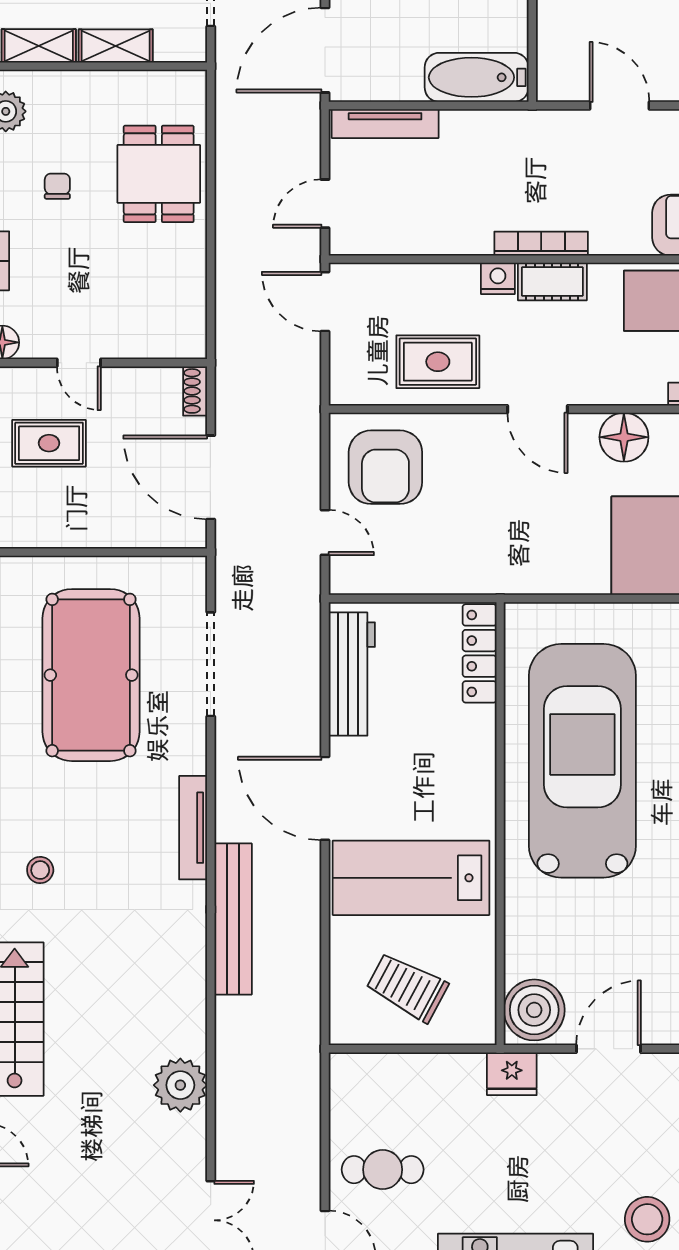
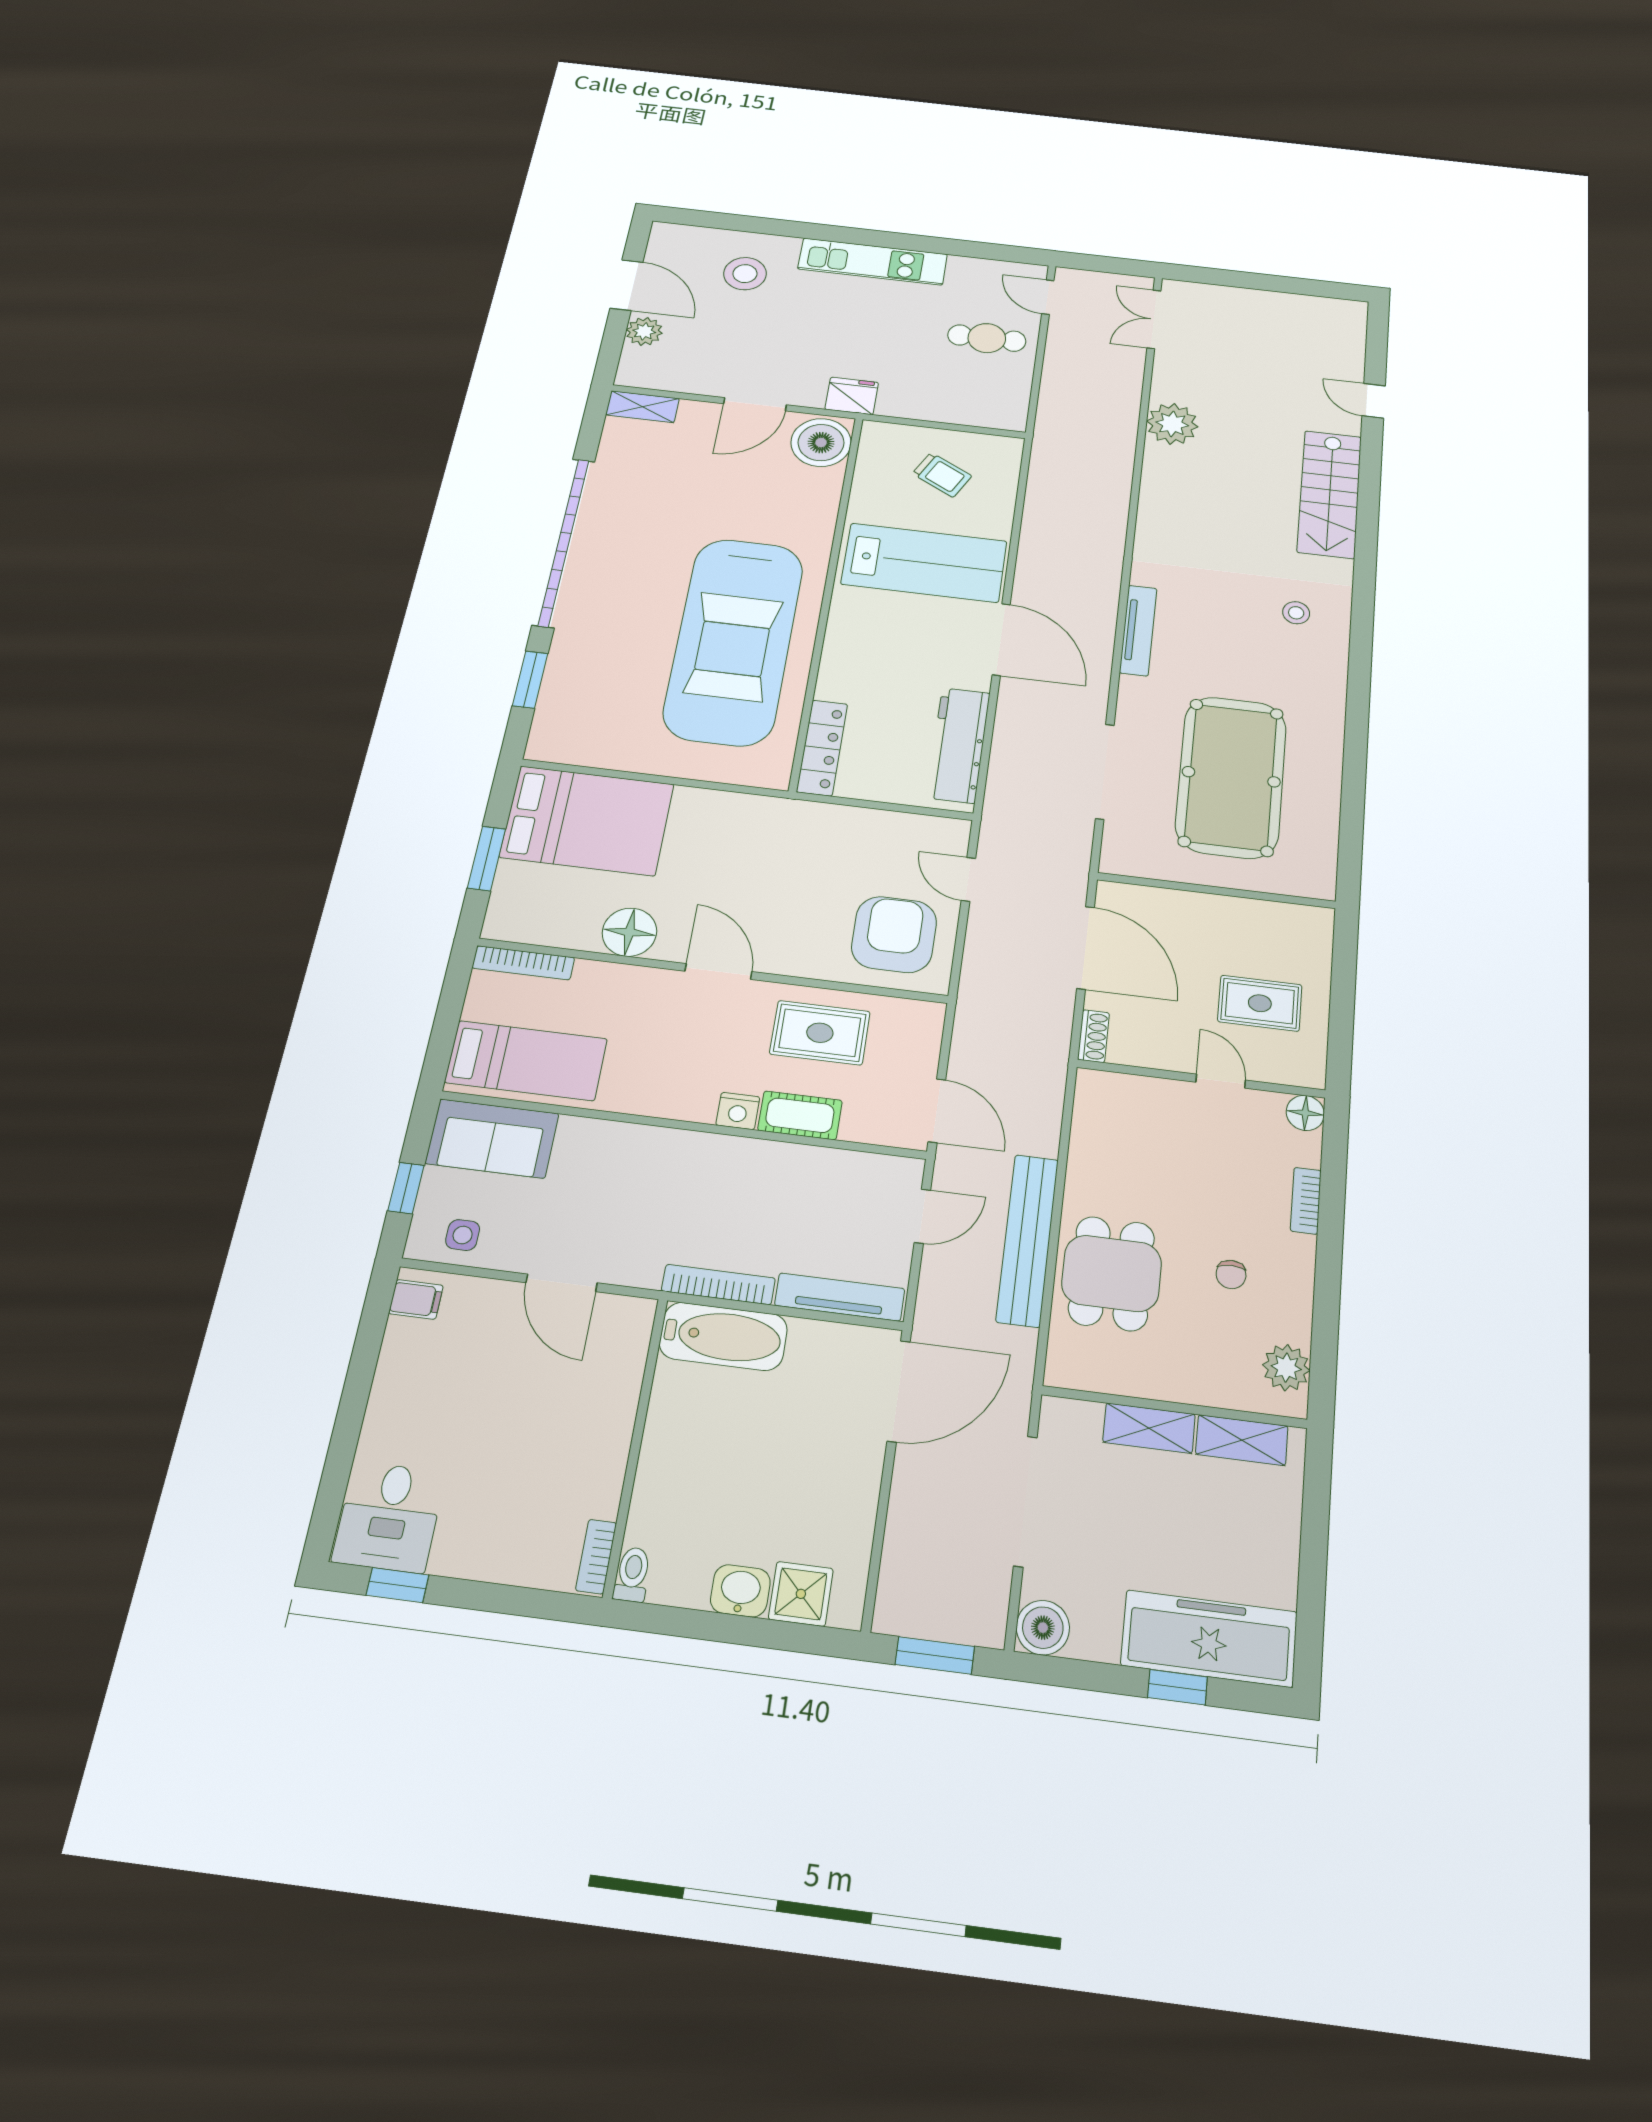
bookcase: (541, 244) -> (718, 1285), moved, turned 180
cot: (552, 281) -> (800, 1115), moved
bench: (233, 919) -> (1027, 1240), moved
trolley: (407, 987) -> (942, 475), width x0.73, depth x0.72

